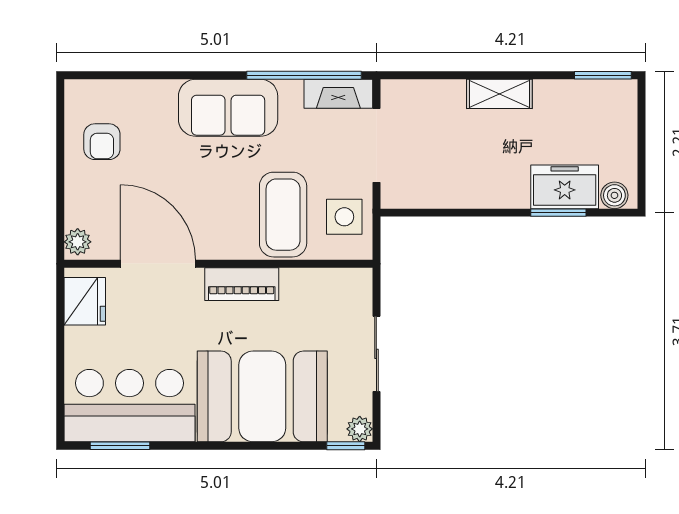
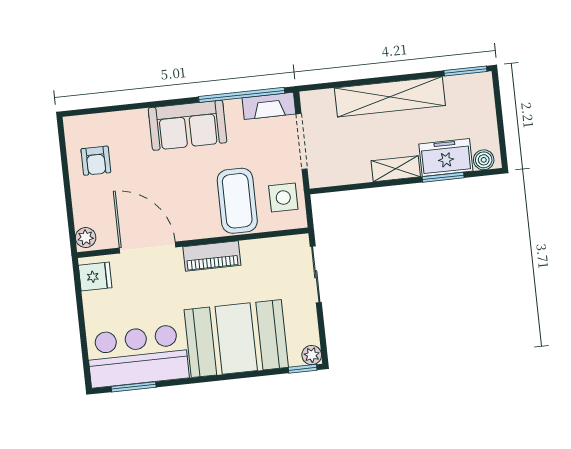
shelving: (499, 94) -> (390, 97), width x2.20, depth x1.33
shelving: (497, 195) -> (396, 169), added
fridge: (85, 301) -> (95, 276), width x0.72
sliding door: (376, 354) -> (316, 274), moved

